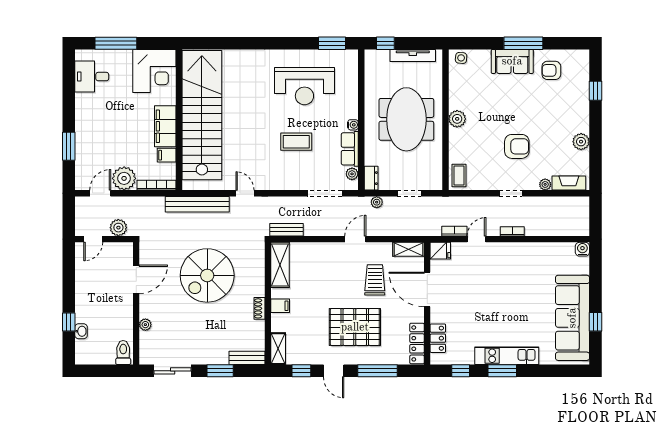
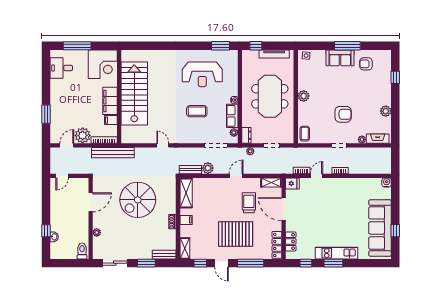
stairs: (202, 115) -> (134, 94), width x0.73
bench: (197, 204) -> (113, 153), moved
plant: (118, 228) -> (208, 168), moved

